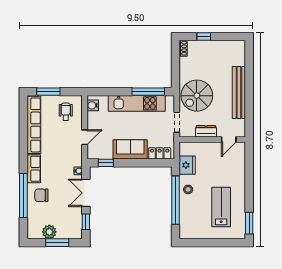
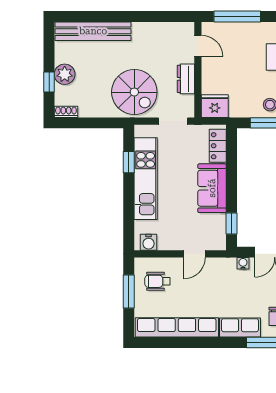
plant: (209, 47) -> (65, 74), added
window: (48, 92) -> (129, 292), moved
window: (148, 92) -> (129, 162), width x0.46
bench: (239, 93) -> (93, 31), moved
door: (85, 137) -> (194, 254), swing flipped
fridge: (187, 165) -> (215, 106), moved
window: (249, 167) -> (237, 17), added

